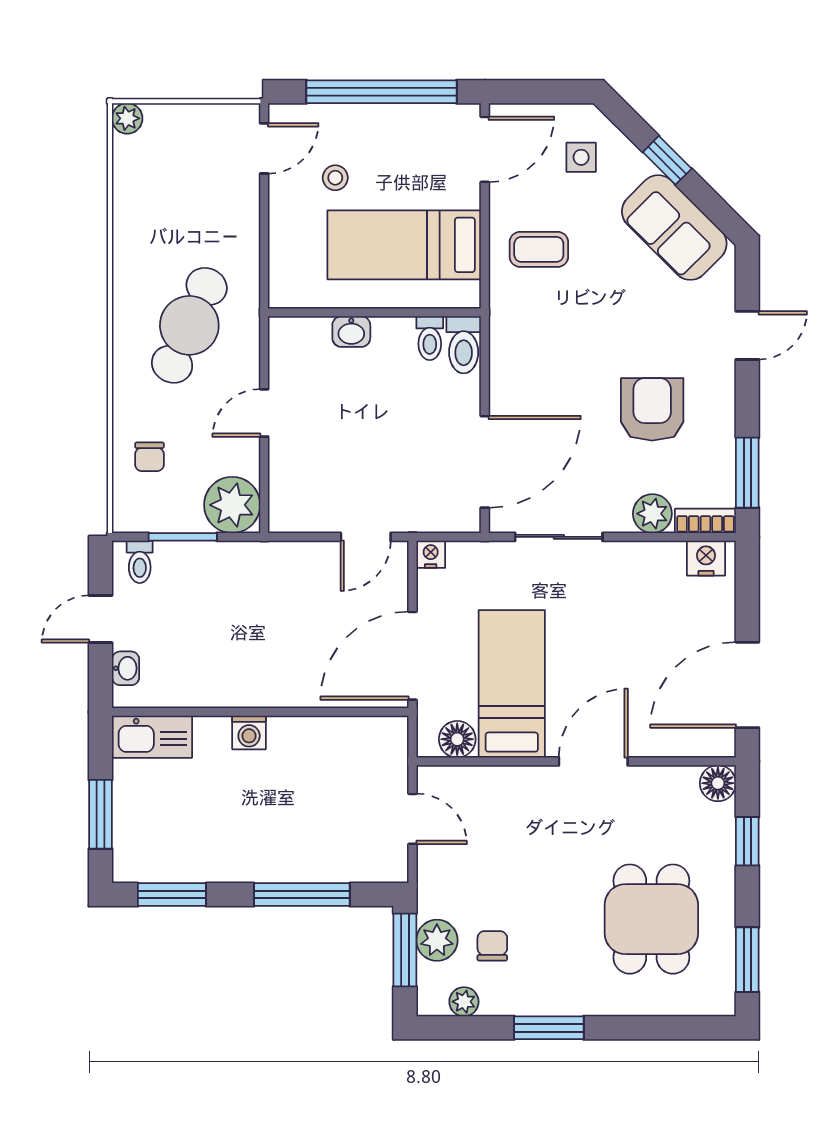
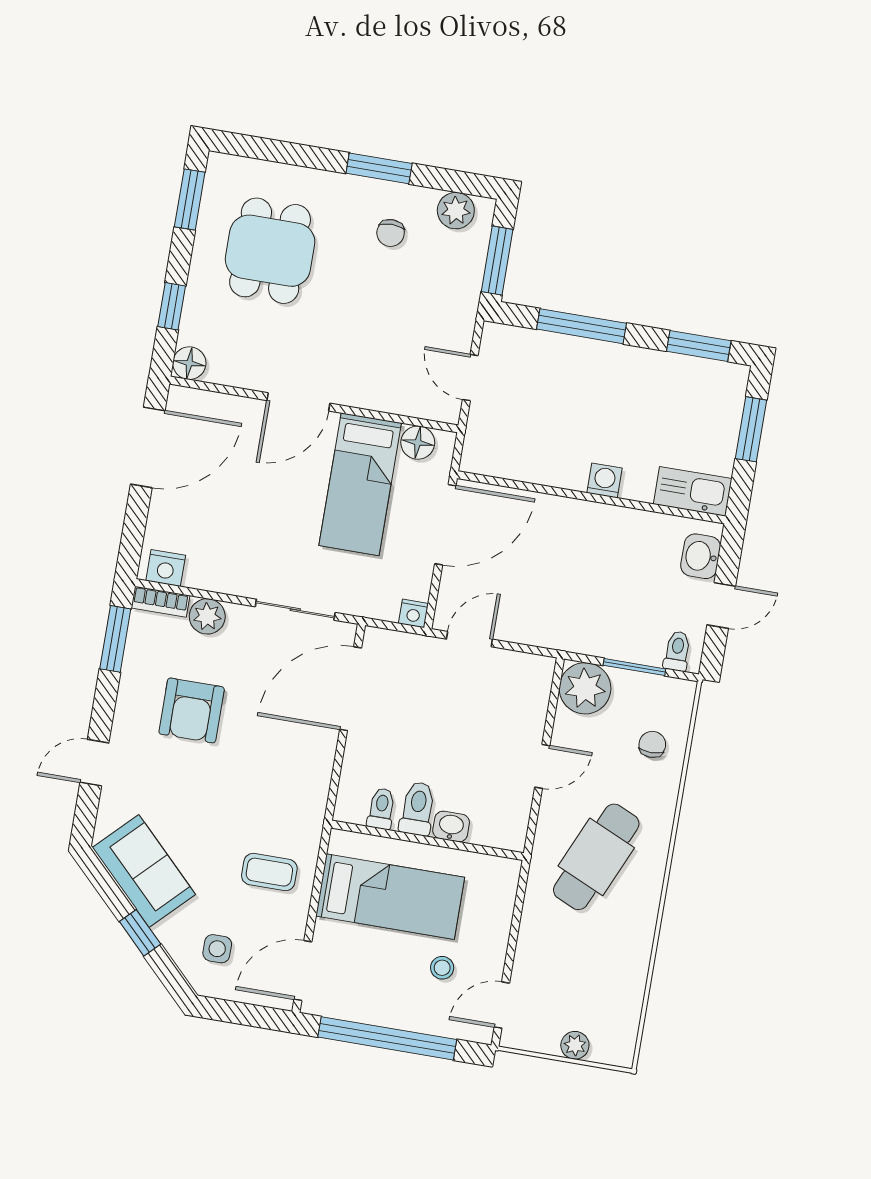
plant: (127, 118) -> (575, 1045), moved
toilet: (464, 345) -> (418, 809), moved
washbasin: (126, 668) -> (701, 556), width x1.38, depth x1.45
plant: (437, 940) -> (467, 264), removed
chair: (492, 946) -> (391, 233), moved
plant: (464, 1002) -> (456, 211), width x1.38, depth x1.38

